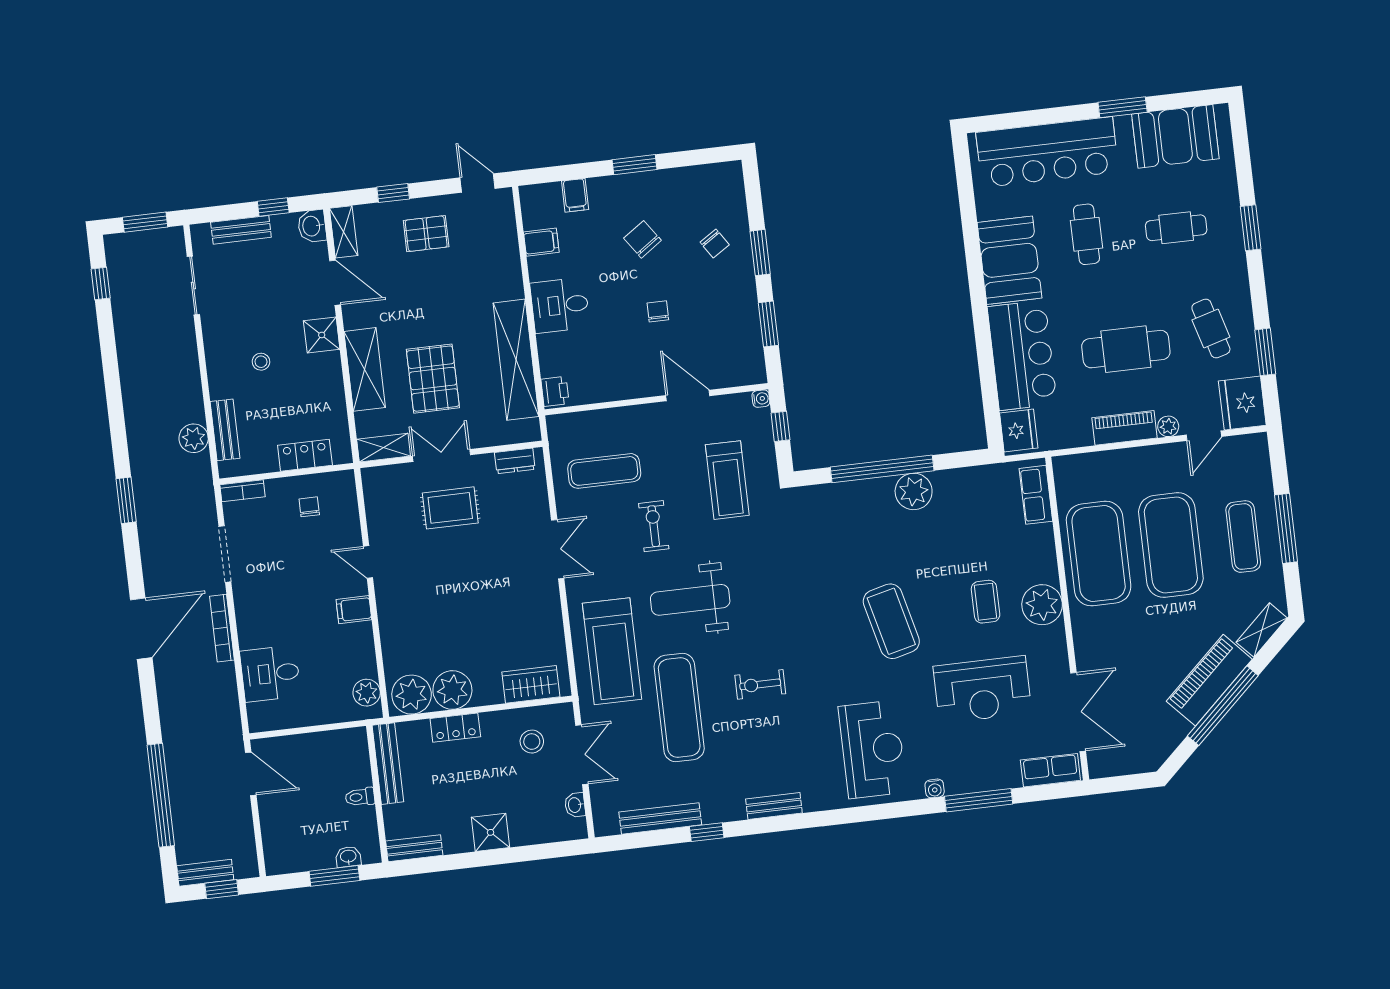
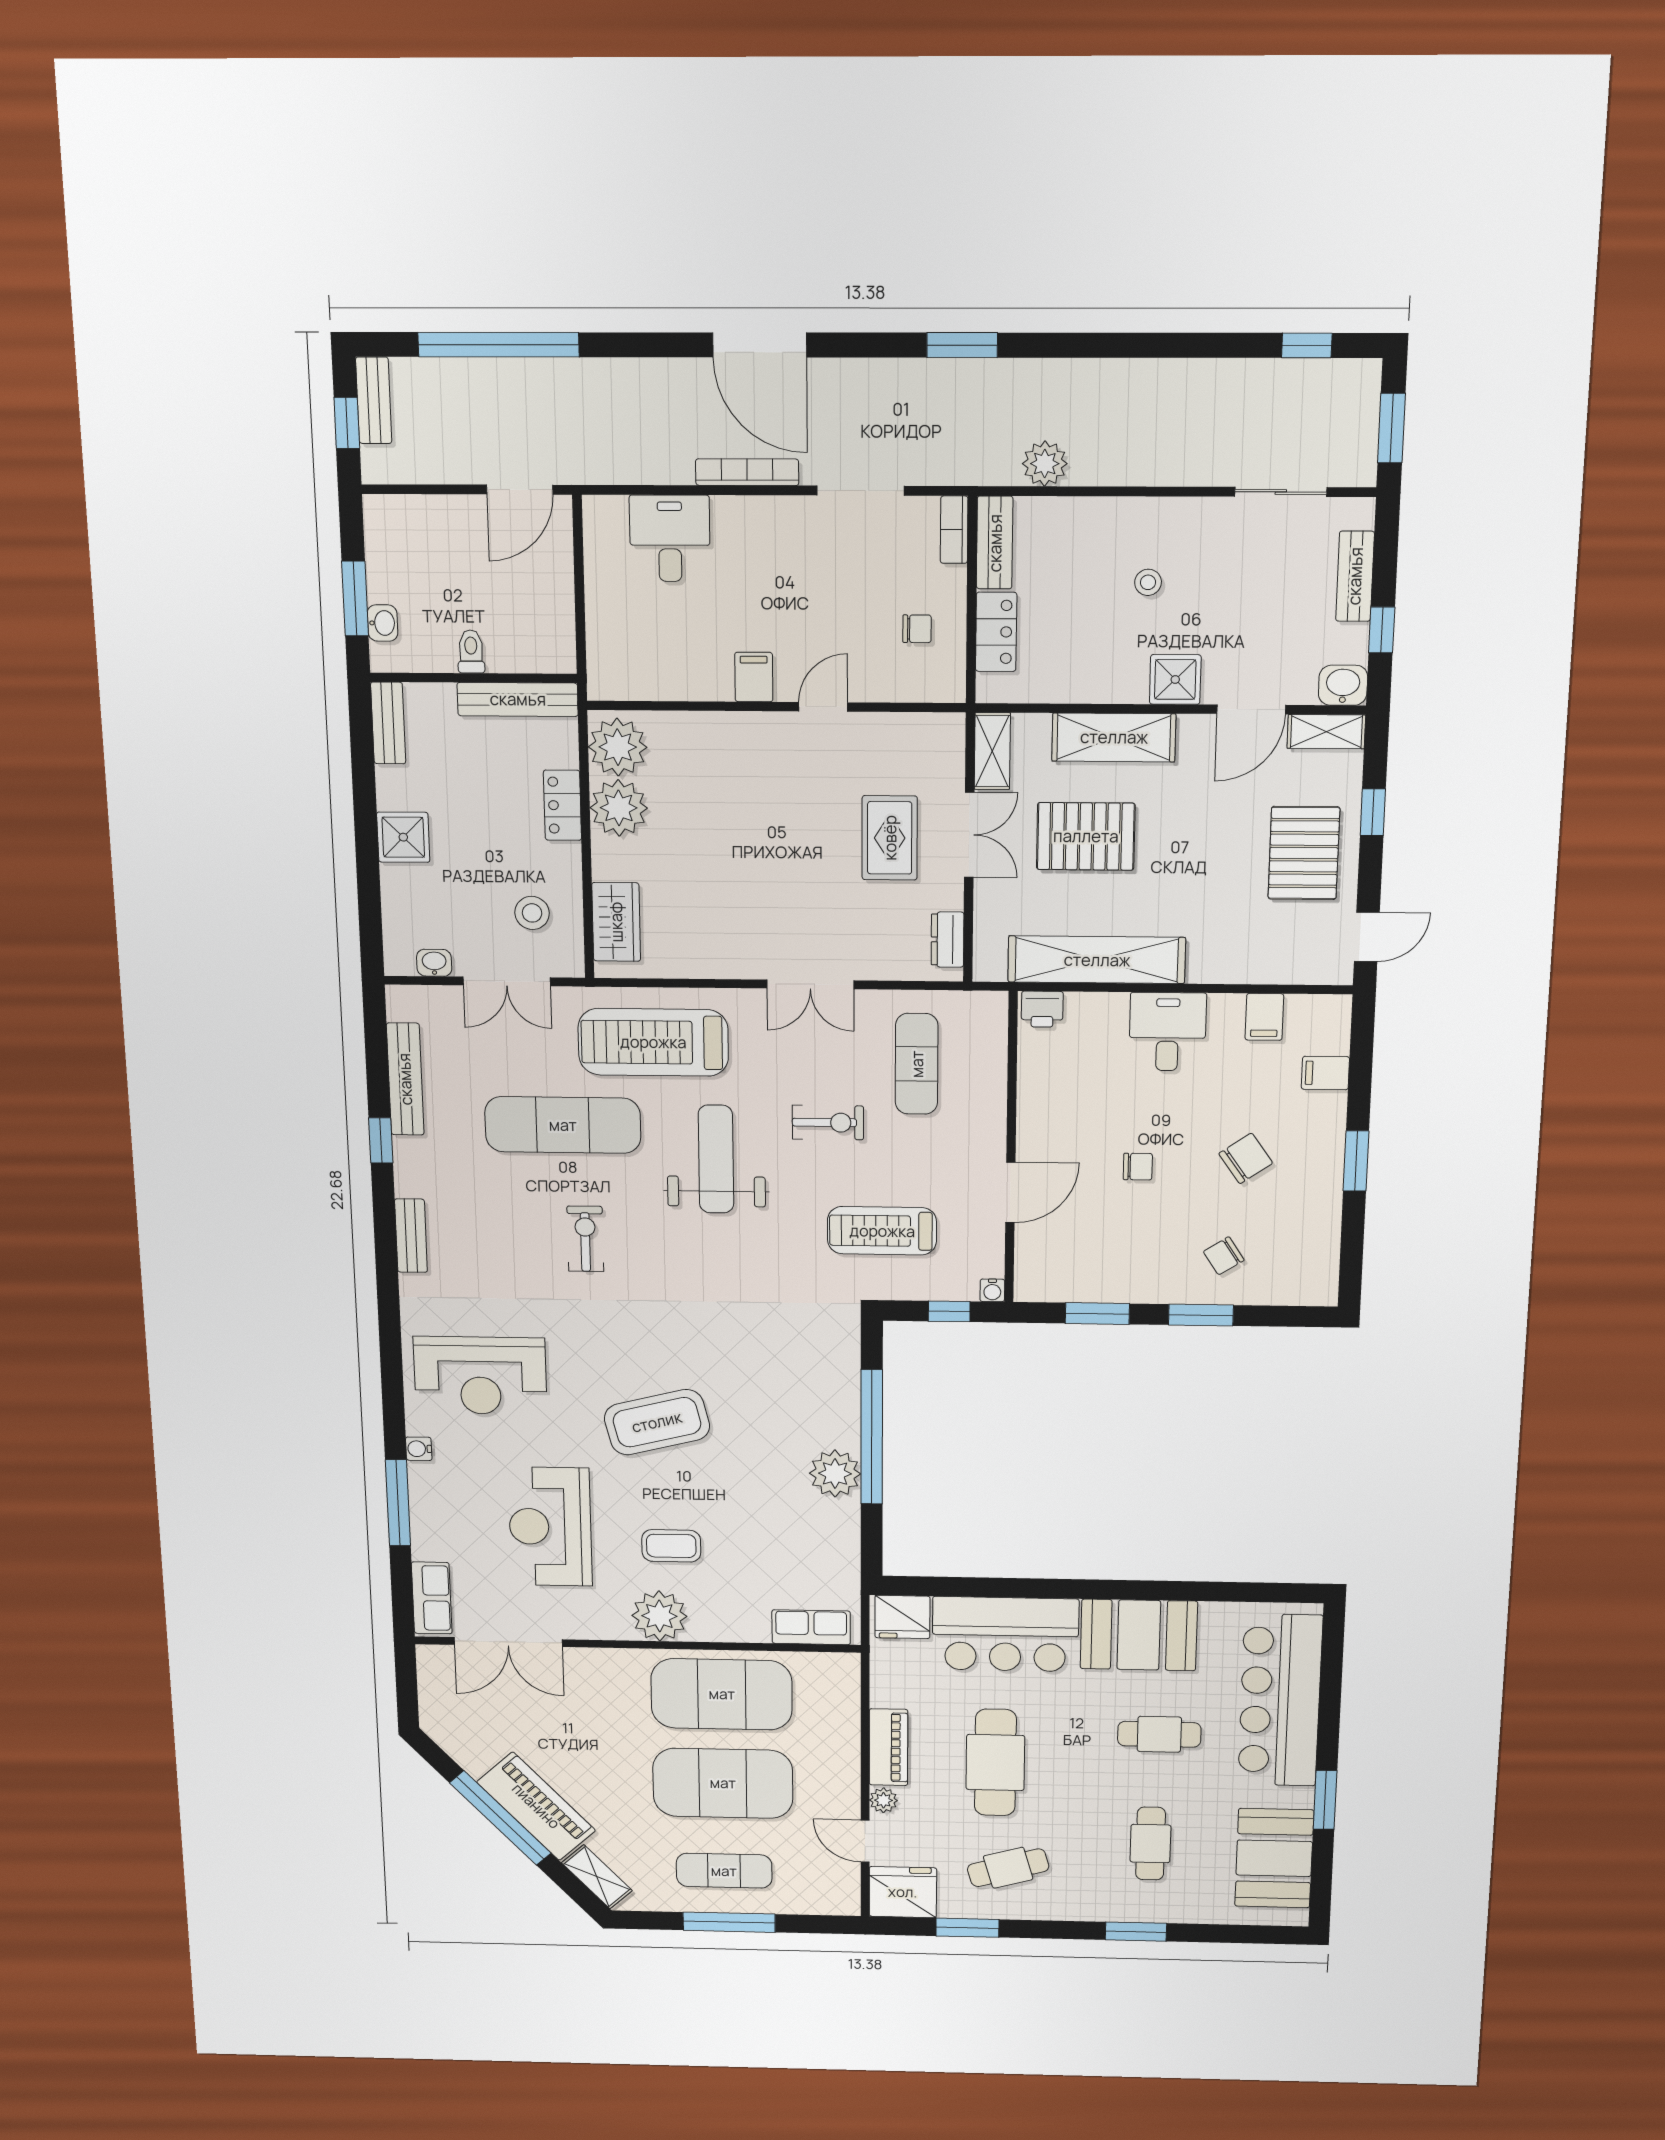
pallet: (426, 234) -> (1304, 853), width x1.50, depth x1.42
bench: (225, 430) -> (995, 543), moved, turned 90
plant: (367, 693) -> (627, 681), removed

